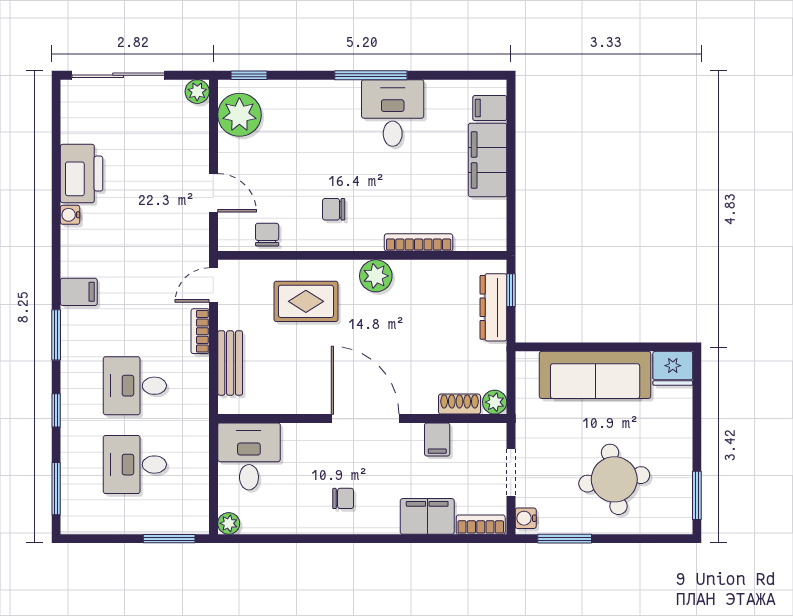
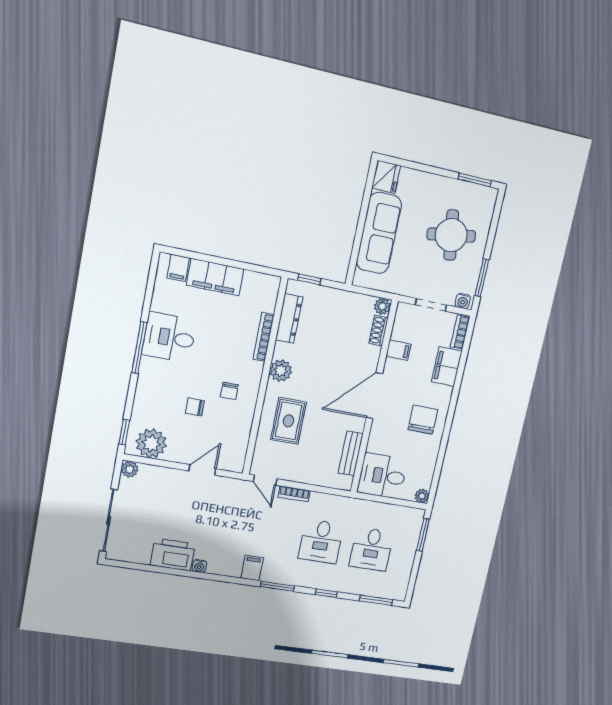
chair: (267, 235) -> (195, 407), moved
dresser: (493, 307) -> (289, 319), moved, turned -90
bench: (230, 363) -> (351, 453), moved, turned 90
chair: (343, 498) -> (423, 420), width x1.87, depth x1.87

